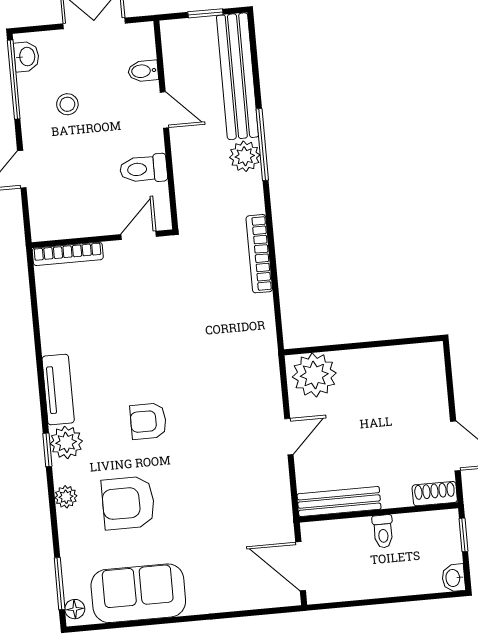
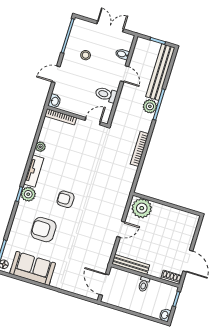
washbasin: (26, 57) -> (55, 101), moved
plant: (66, 497) -> (40, 147), moved

